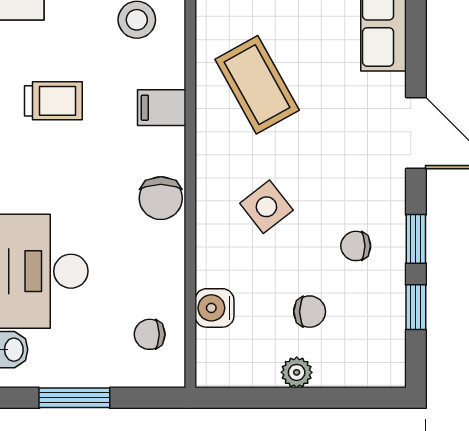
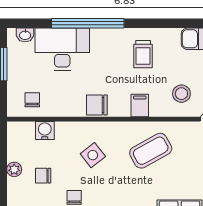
chair: (310, 312) -> (43, 176), turned 90

